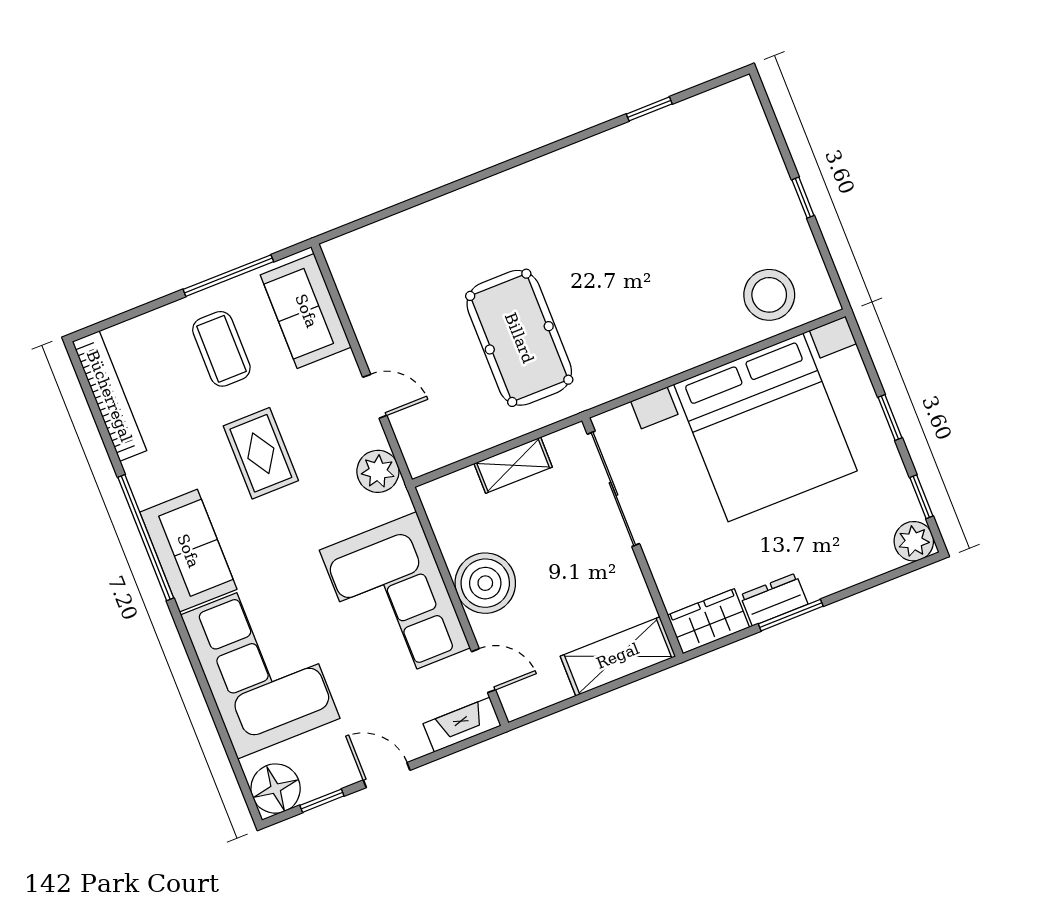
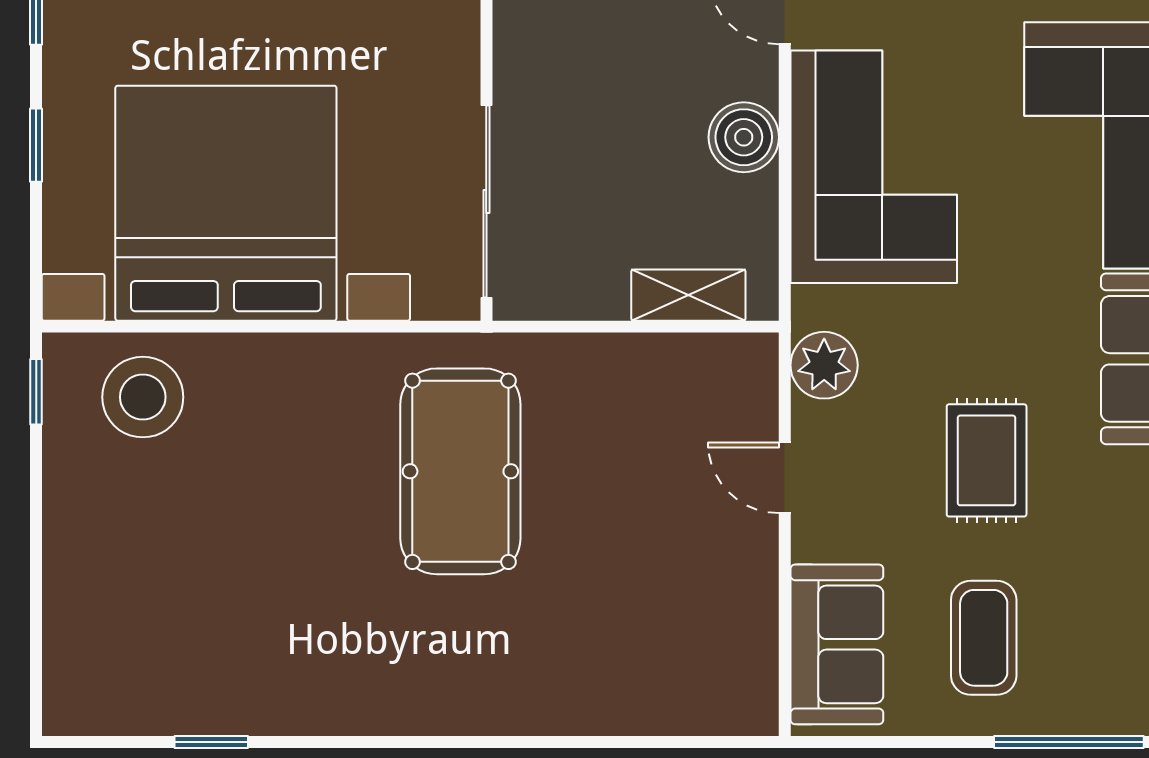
window: (803, 198) -> (36, 392), moved
window: (228, 276) -> (1069, 742), moved
pool table: (519, 338) -> (460, 471), moved
shelving: (513, 465) -> (688, 295), moved
boiler: (485, 583) -> (744, 137), width x0.73, depth x0.73

